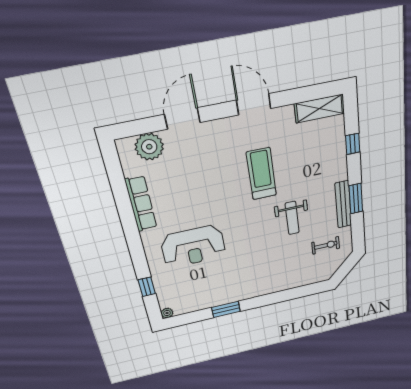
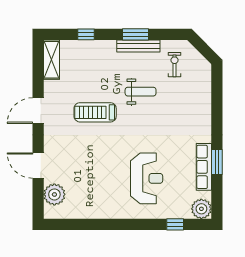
row of seats: (141, 204) -> (204, 167), moved, turned -90
plant: (167, 313) -> (201, 209), width x1.87, depth x1.87

